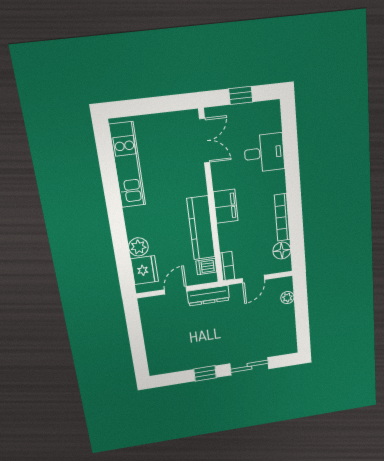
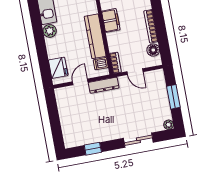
plant: (138, 247) -> (50, 31), moved
door: (253, 279) -> (135, 72), hinge flipped
plant: (287, 298) -> (169, 125), moved
window: (302, 313) -> (173, 97), added
window: (205, 373) -> (93, 149), moved

